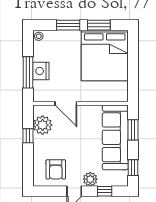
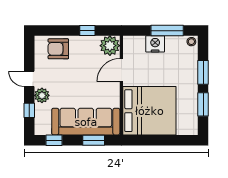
bed: (105, 55) -> (149, 111), moved, turned 180
window: (28, 72) -> (167, 31), moved
plant: (43, 125) -> (110, 46), moved
armchair: (56, 169) -> (58, 49), moved

